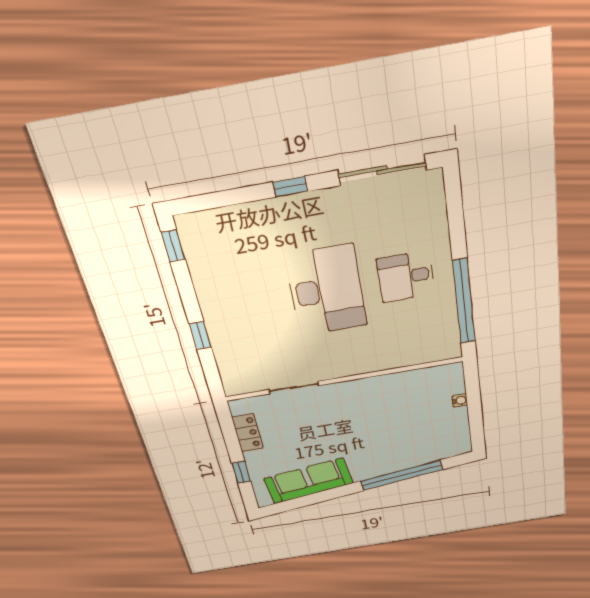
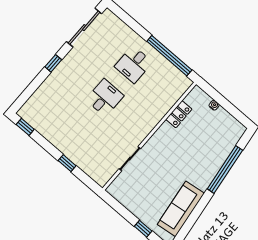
desk: (326, 291) -> (105, 98), width x0.53, depth x0.77
locker: (247, 433) -> (179, 114), moved, turned 90

